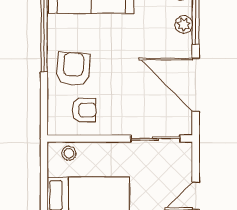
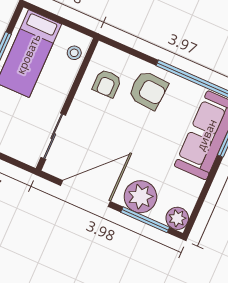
plant: (184, 24) -> (140, 197), width x1.88, depth x1.88

